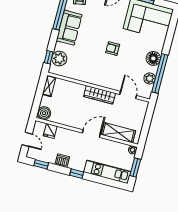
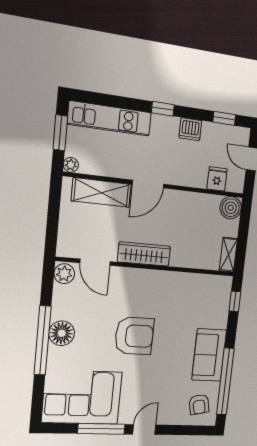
armchair: (113, 49) -> (134, 336), width x1.88, depth x1.88
plant: (59, 59) -> (218, 302), removed
window: (160, 73) -> (43, 340), moved
plant: (150, 78) -> (64, 274), moved

